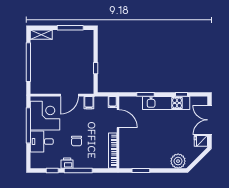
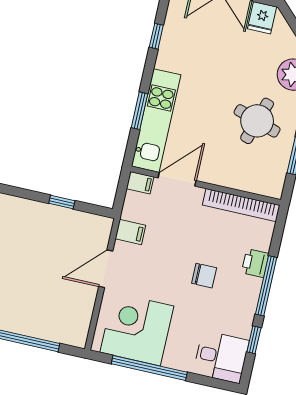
door: (69, 95) -> (106, 269), swing flipped
kitchen unit: (166, 103) -> (156, 121), moved
desk: (42, 142) -> (221, 357), moved, turned -90
round table: (153, 149) -> (257, 121), added
printer: (67, 163) -> (255, 263), moved

